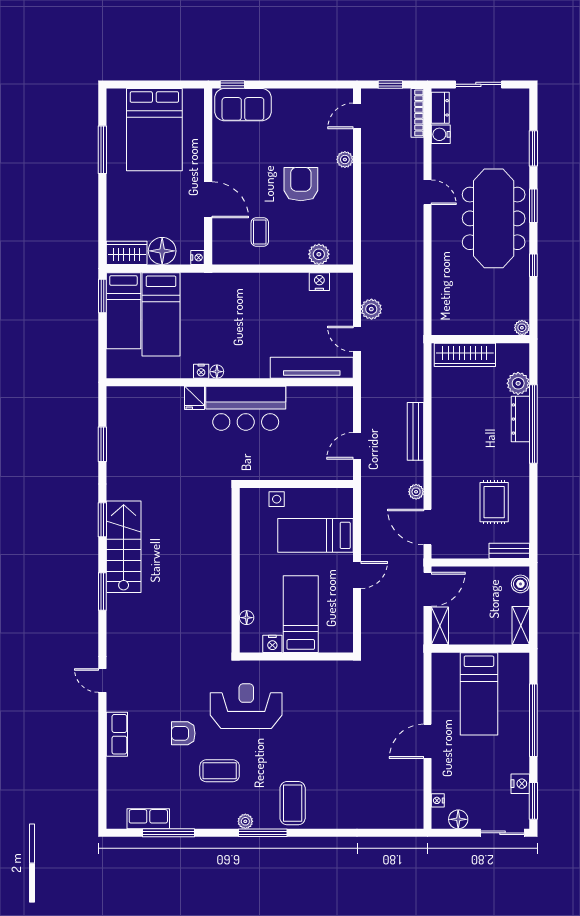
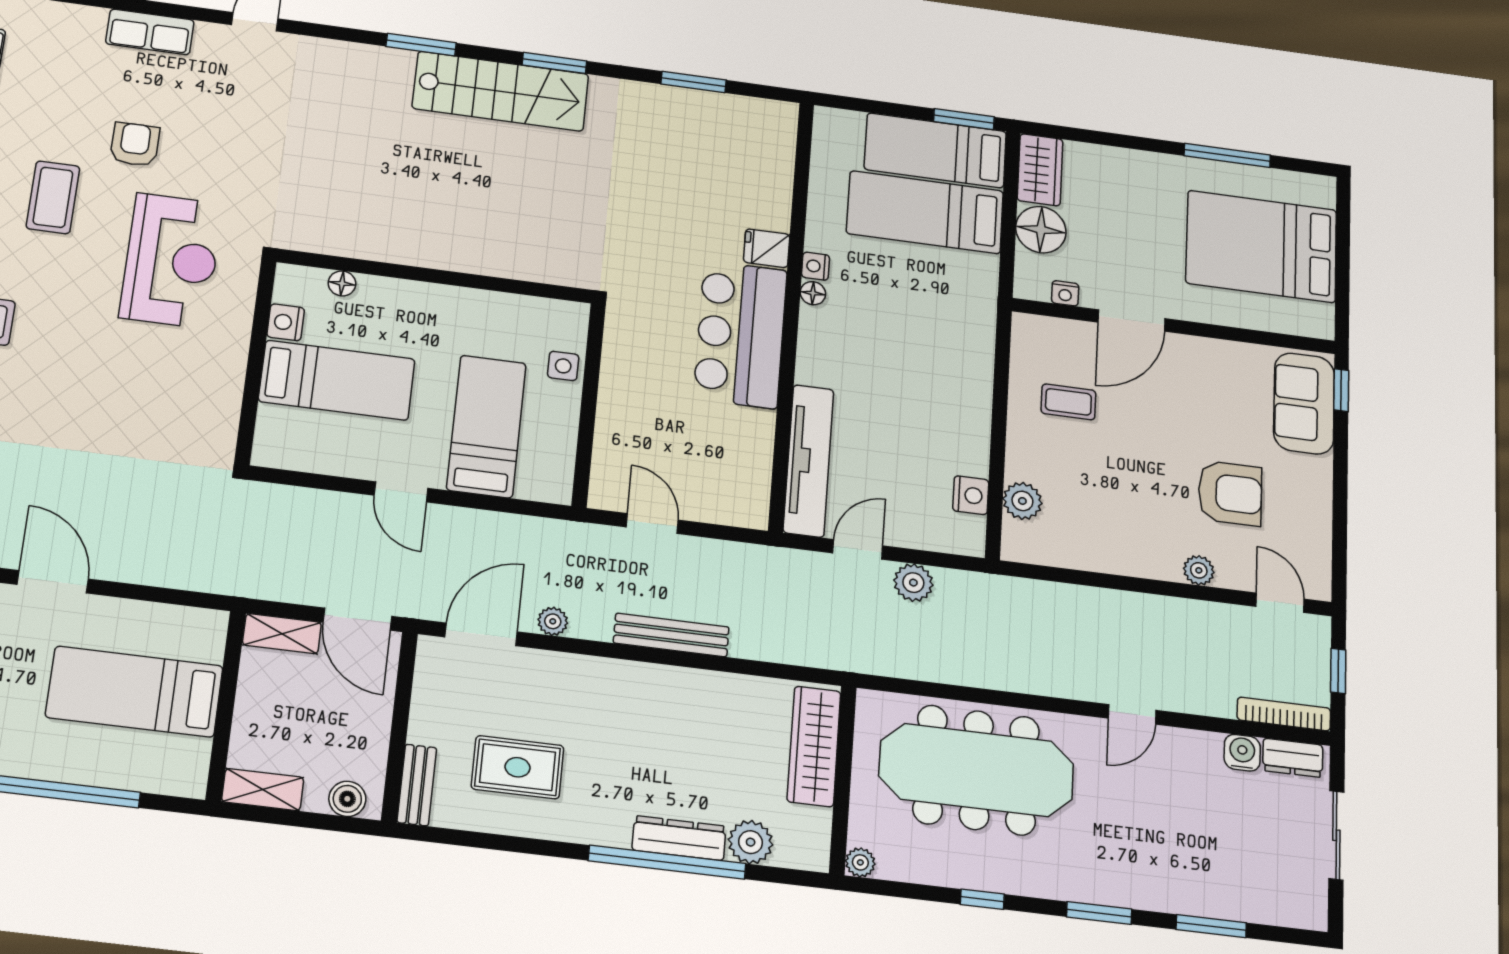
armchair: (301, 184) -> (1230, 493), moved
meeting table: (494, 218) -> (976, 770), moved
nightstand: (198, 258) -> (1065, 293), moved

